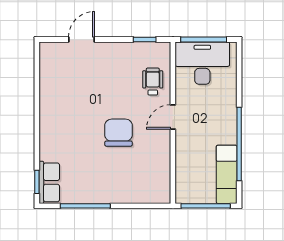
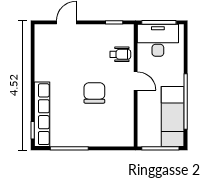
wheelchair: (153, 82) -> (120, 54), turned 90
door: (173, 117) -> (136, 81), swing flipped
exam couch: (227, 174) -> (173, 116), width x1.36, depth x1.45
row of seats: (49, 182) -> (42, 114), width x2.02

